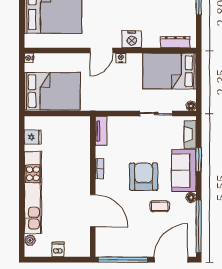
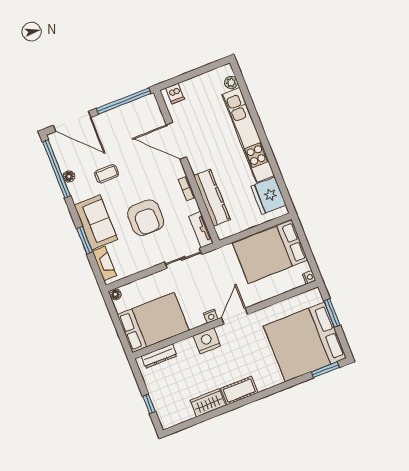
window: (22, 22) -> (332, 313), added
sliding door: (156, 114) -> (183, 258), moved
fridge: (33, 137) -> (268, 196), width x1.88, depth x1.34
kitchen counter: (82, 153) -> (212, 198), added
armchair: (144, 177) -> (146, 218), moved
floor lamp: (191, 197) -> (69, 176), moved
dishwasher: (58, 249) -> (175, 93), moved
door: (171, 260) -> (72, 121), hinge flipped

